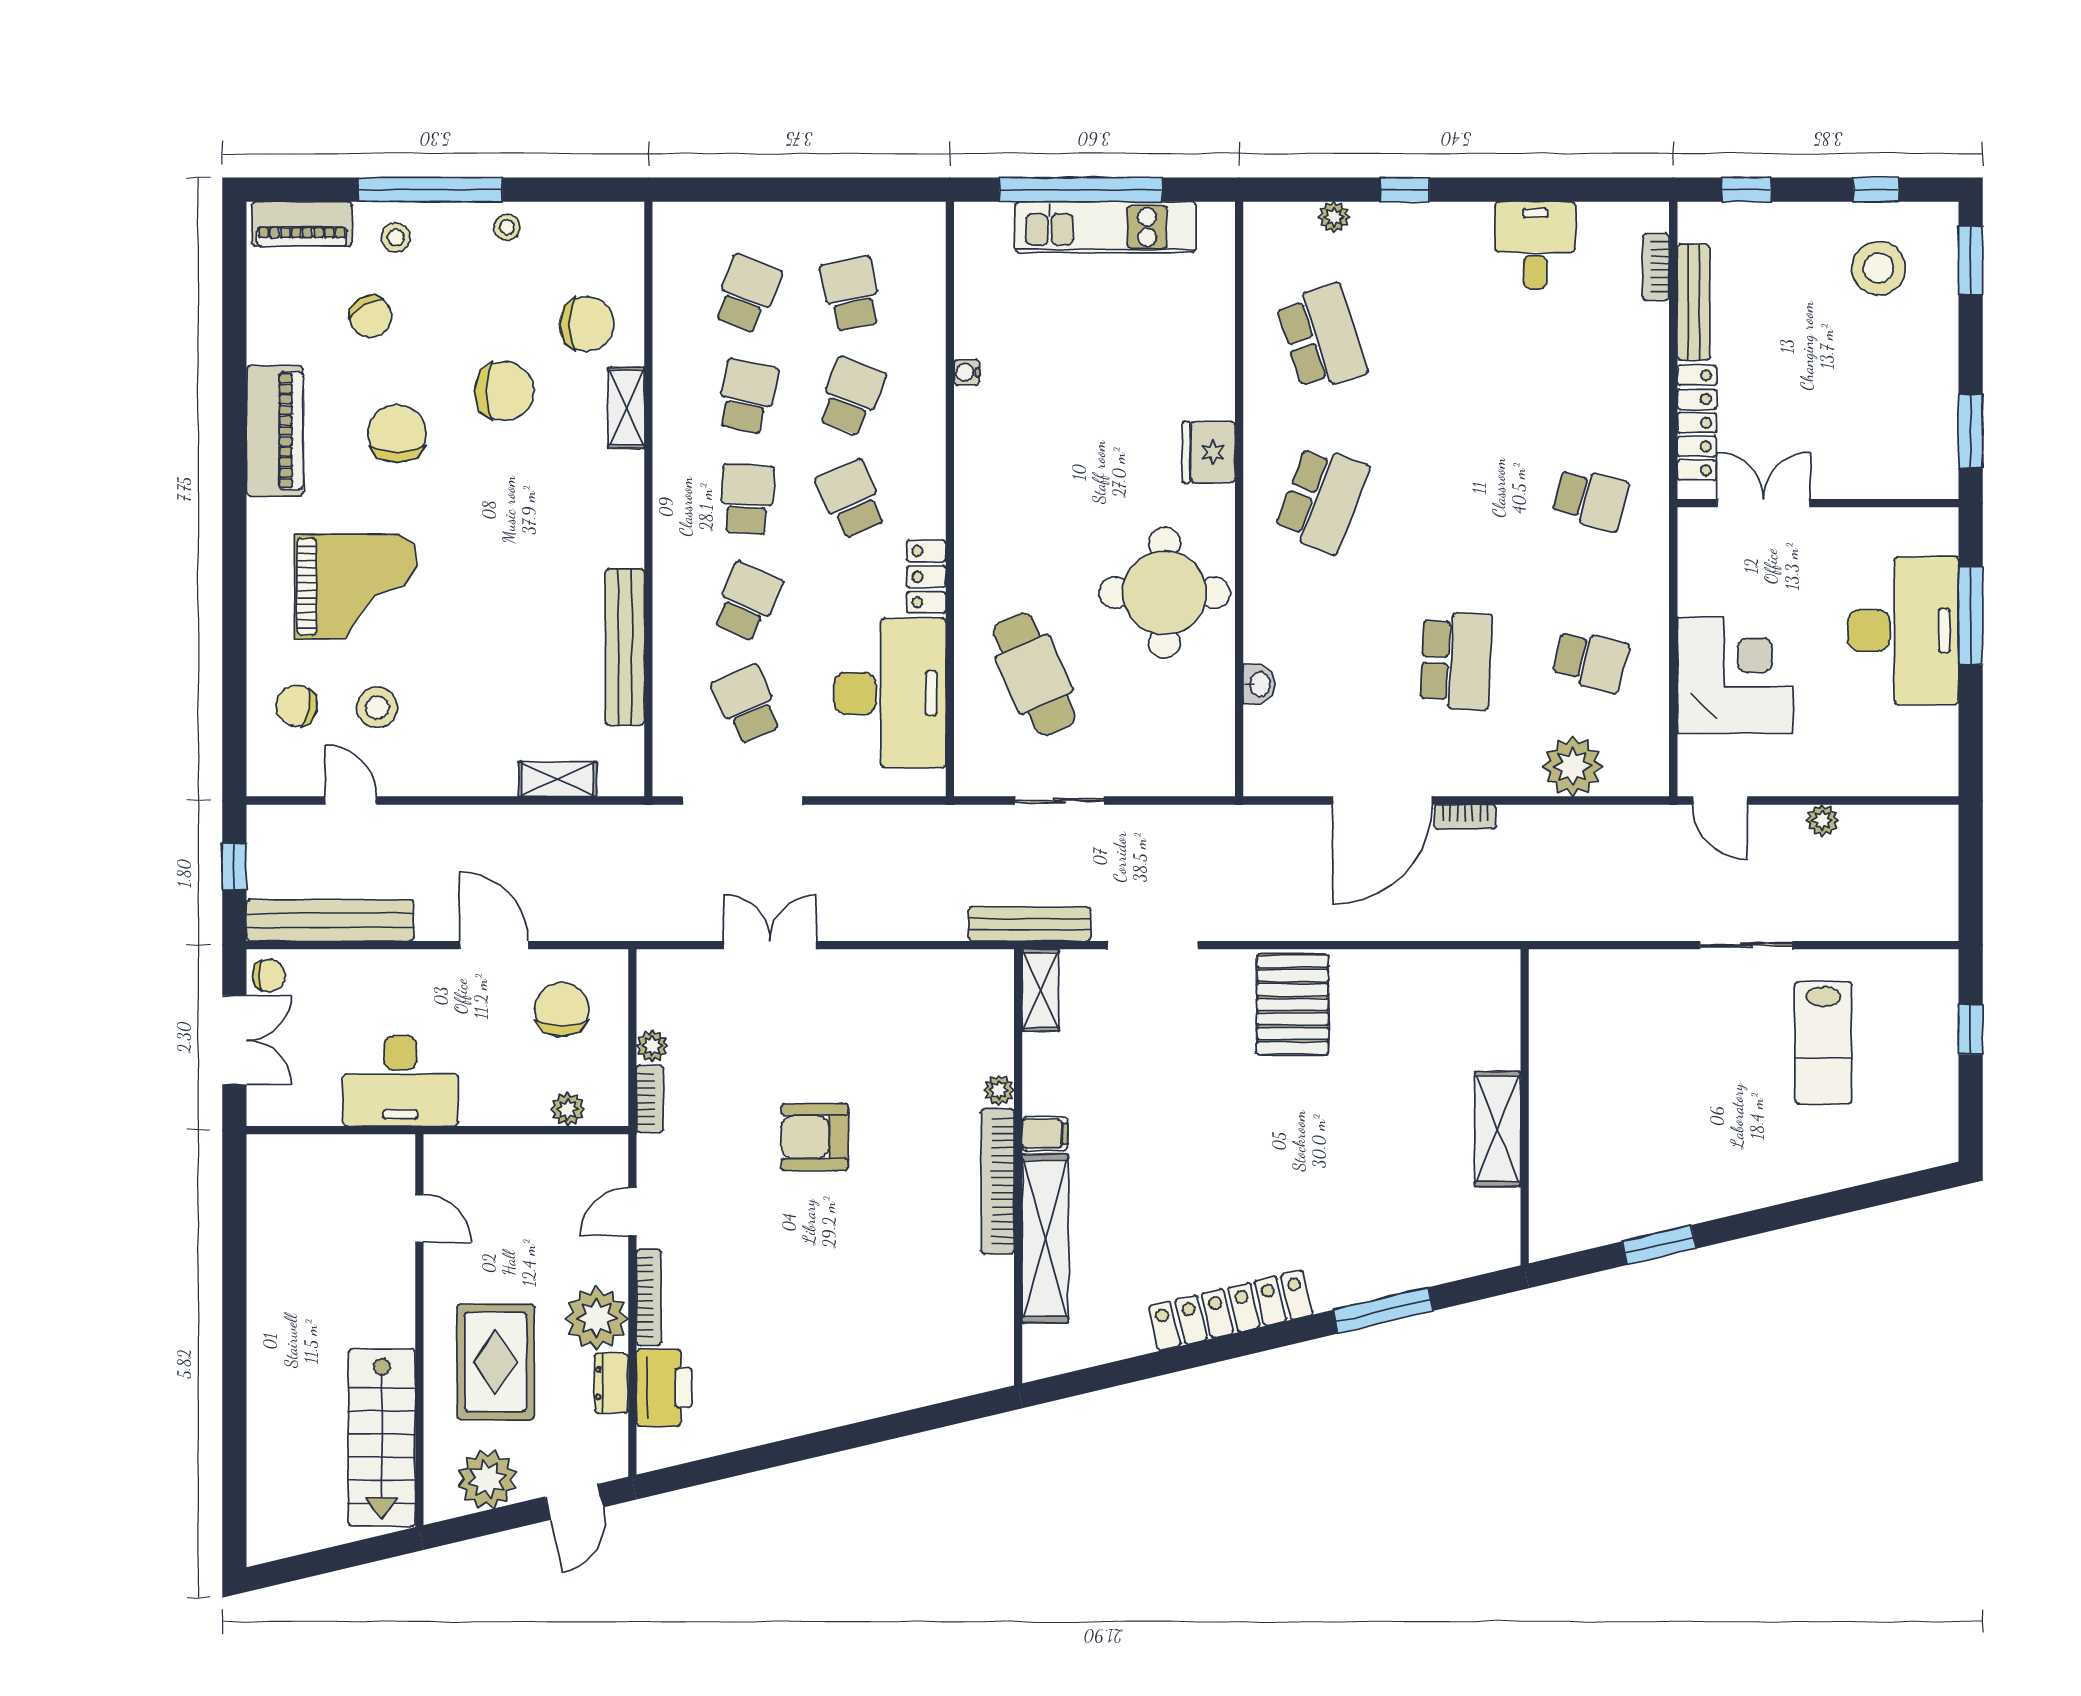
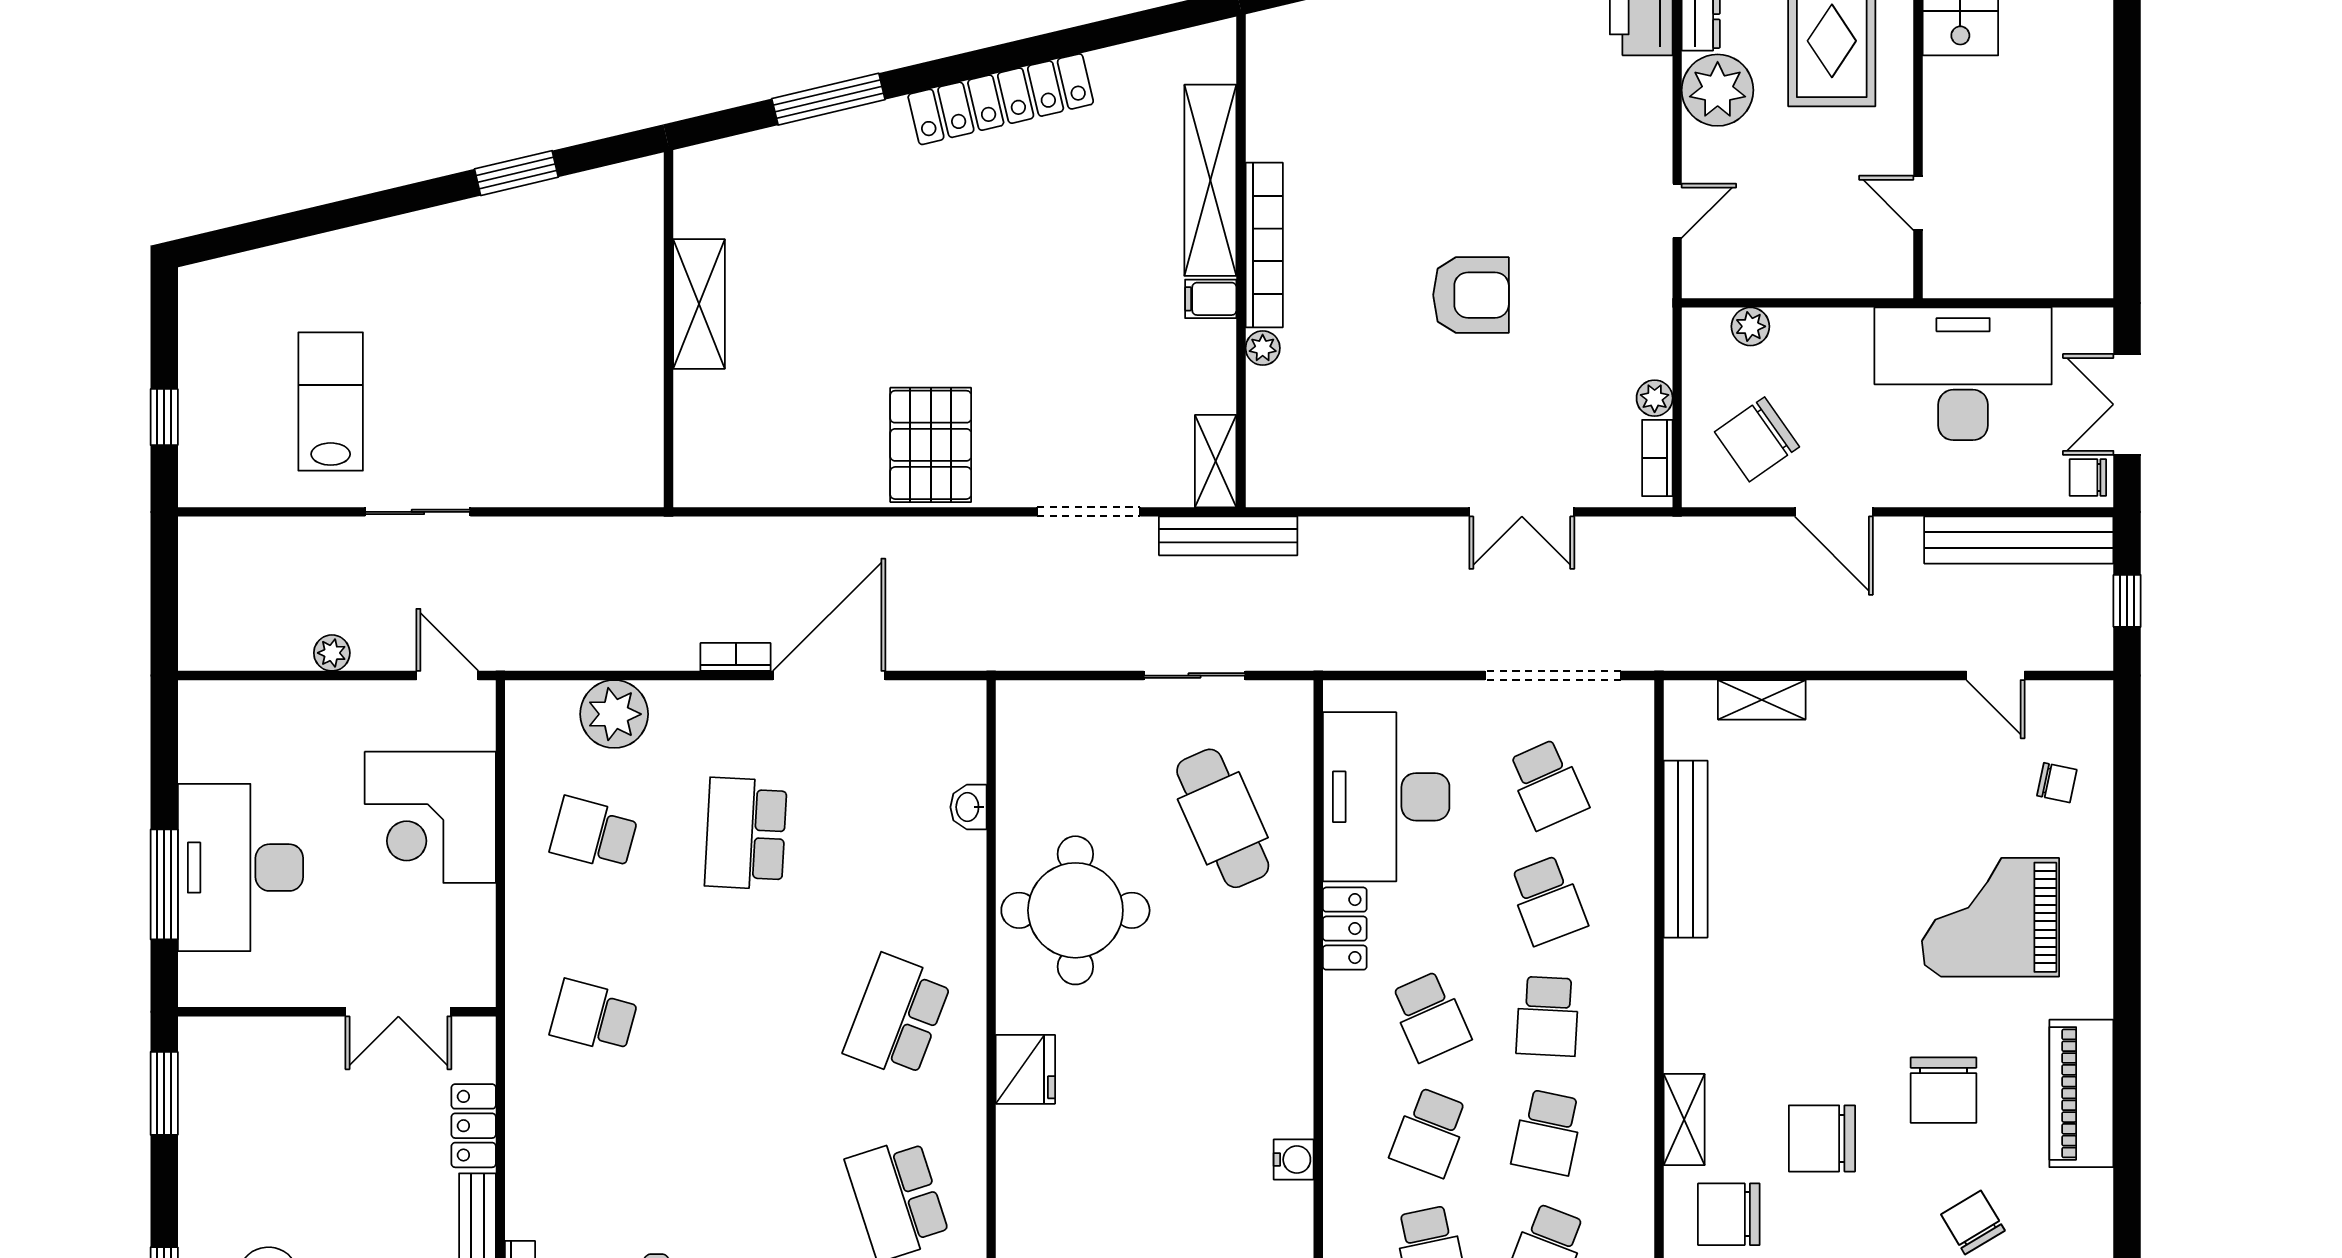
water cooler: (967, 372) -> (1294, 1160), width x1.38, depth x1.38
locker: (1697, 423) -> (474, 1126), width x0.66
school desk: (747, 602) -> (1547, 900), turned -45
chair: (297, 706) -> (2057, 783), width x0.73, depth x0.73
stool: (377, 707) -> (1966, 781), removed
chair: (562, 1009) -> (1757, 439), turned 55
desk: (400, 1081) -> (1963, 374), width x1.36, depth x1.30
bookcase: (650, 1099) -> (1657, 458), moved
bookcase: (649, 1297) -> (1659, 114), removed

